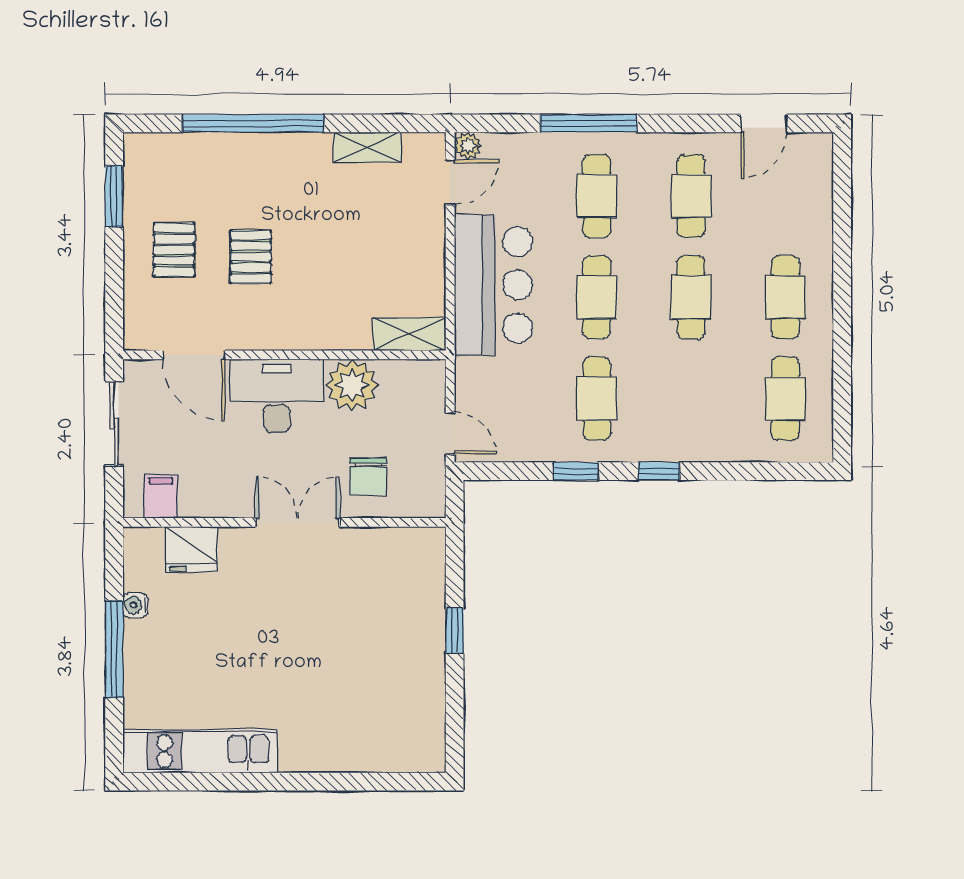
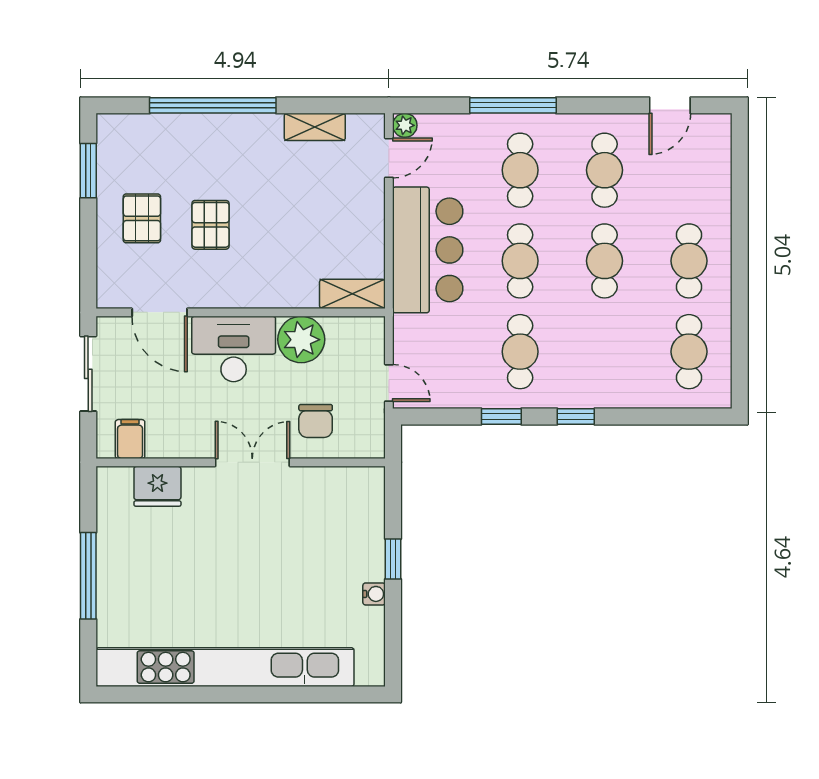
water cooler: (135, 605) -> (374, 594), moved, turned 180
kitchen unit: (200, 751) -> (225, 667), width x1.86

